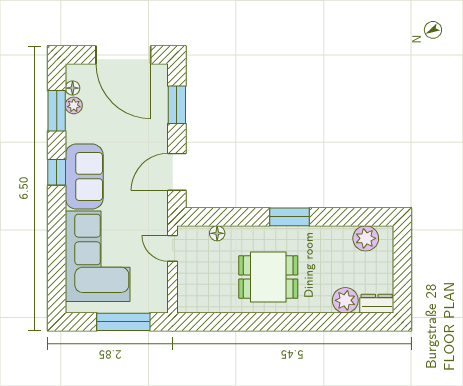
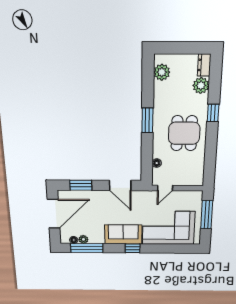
window: (57, 111) -> (87, 248), width x1.44
window: (57, 172) -> (133, 248), moved
window: (302, 322) -> (213, 113), added

